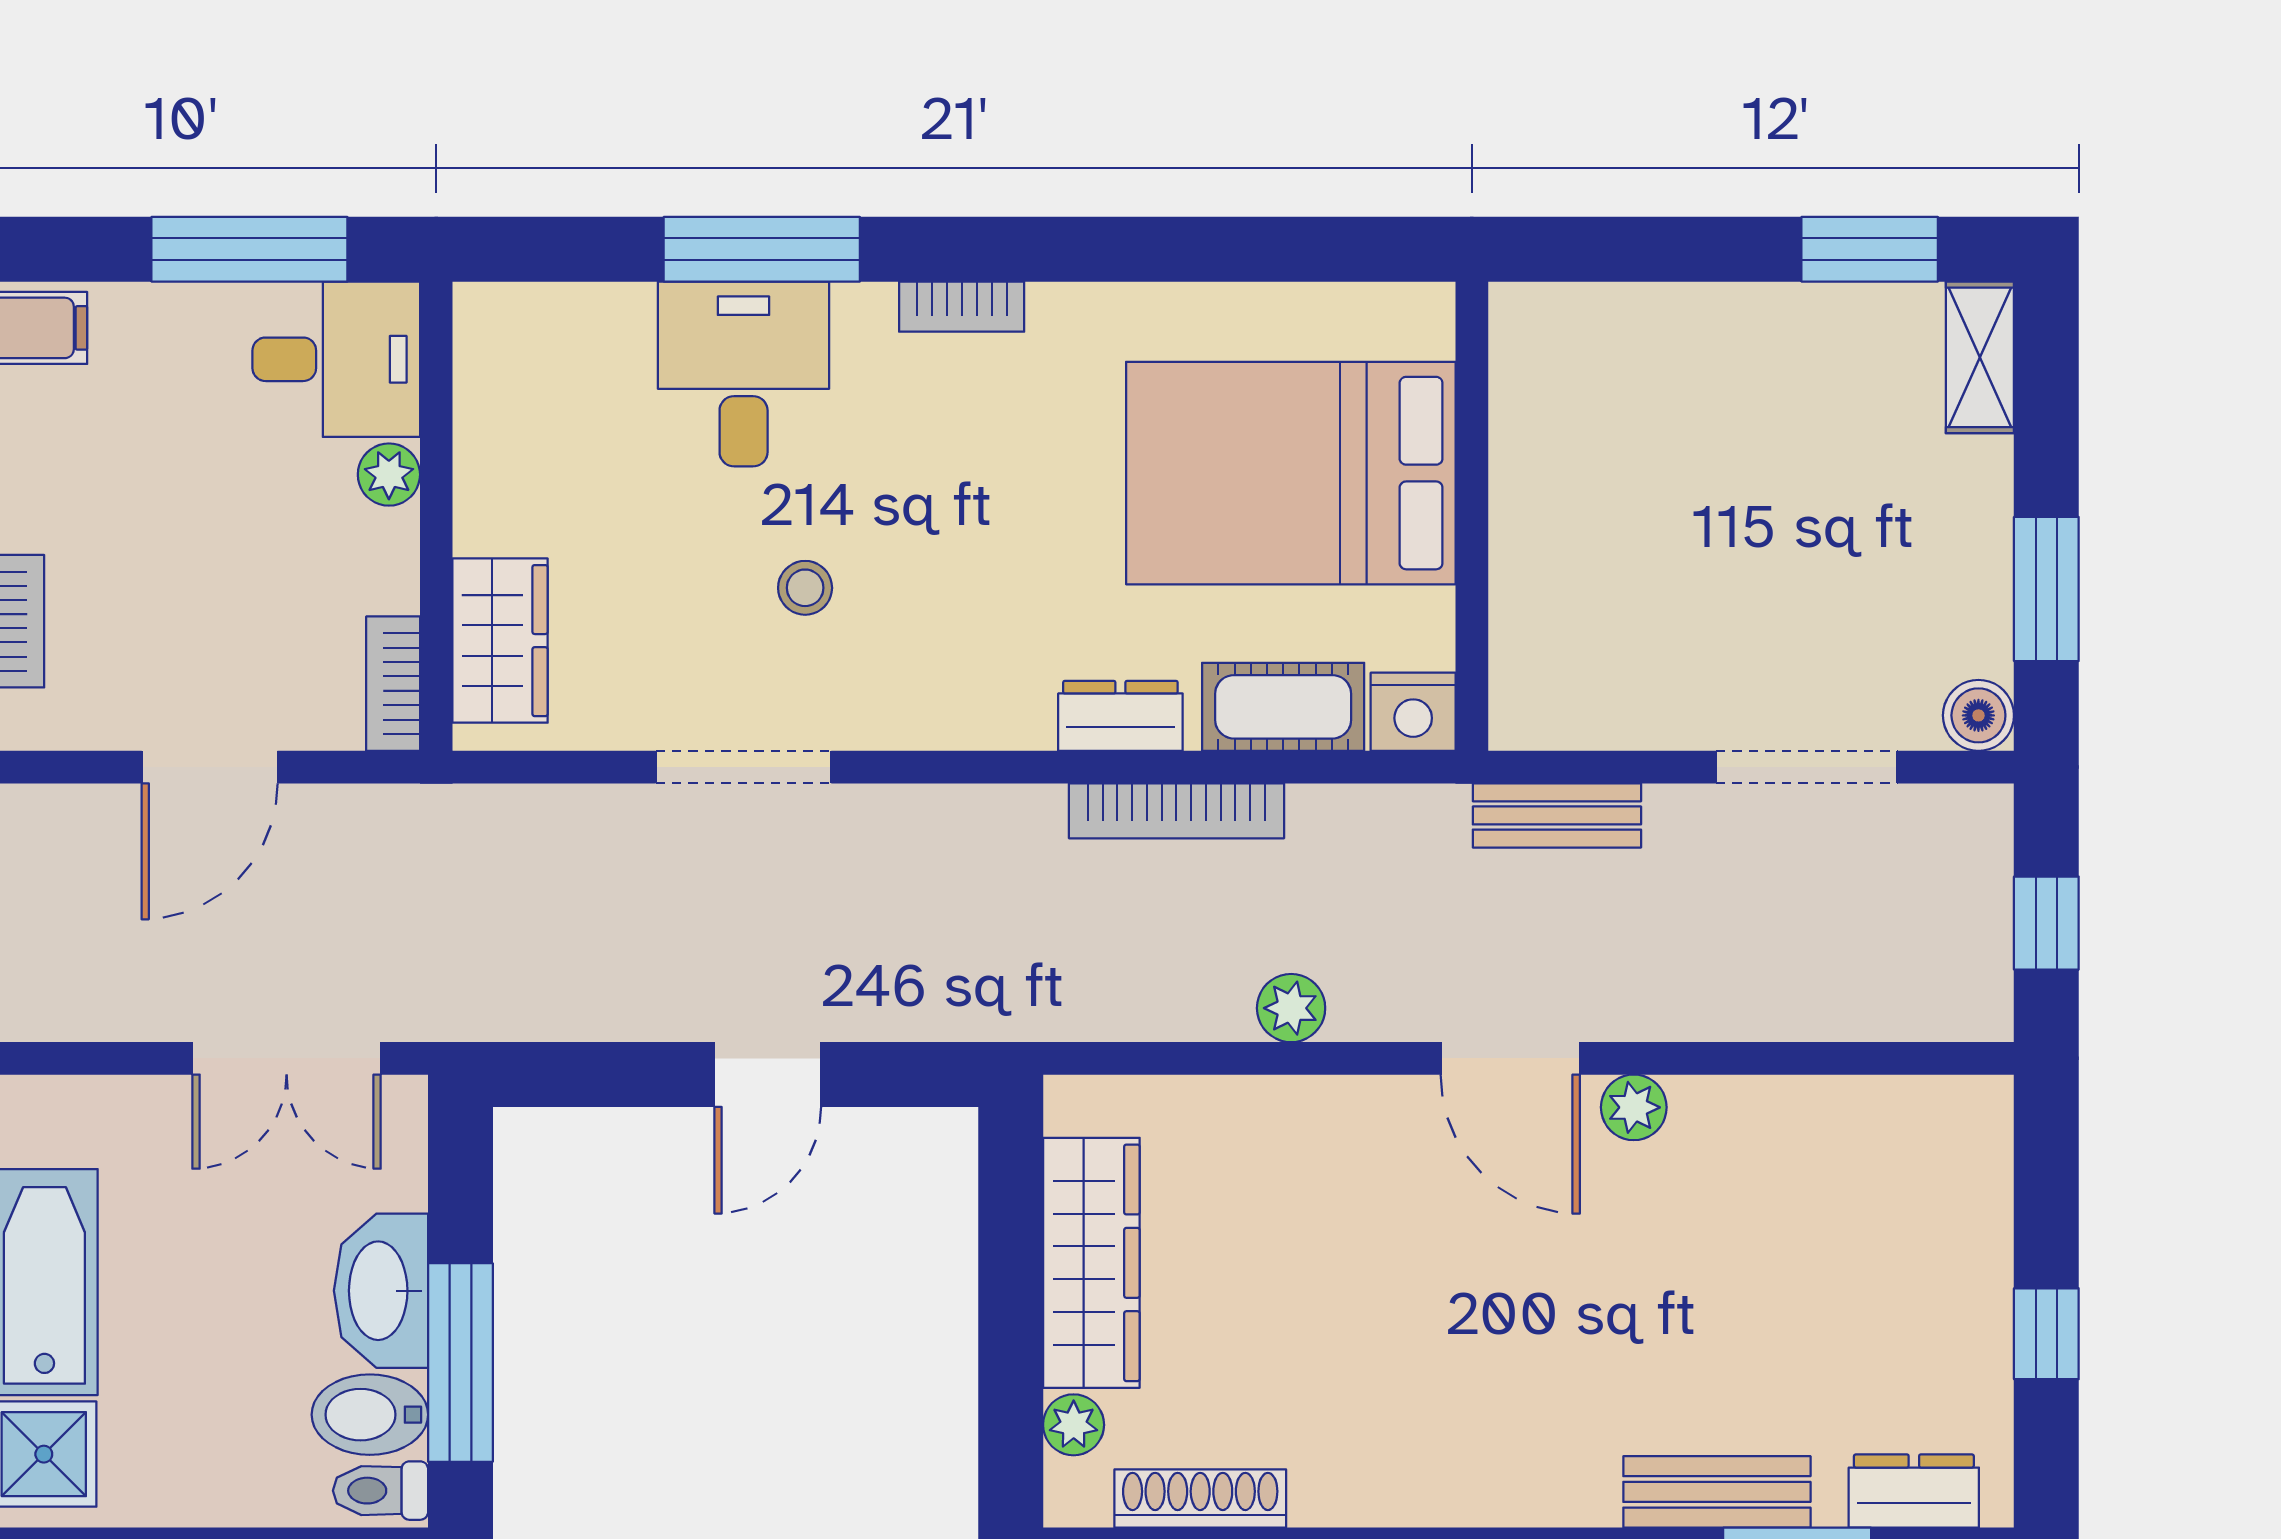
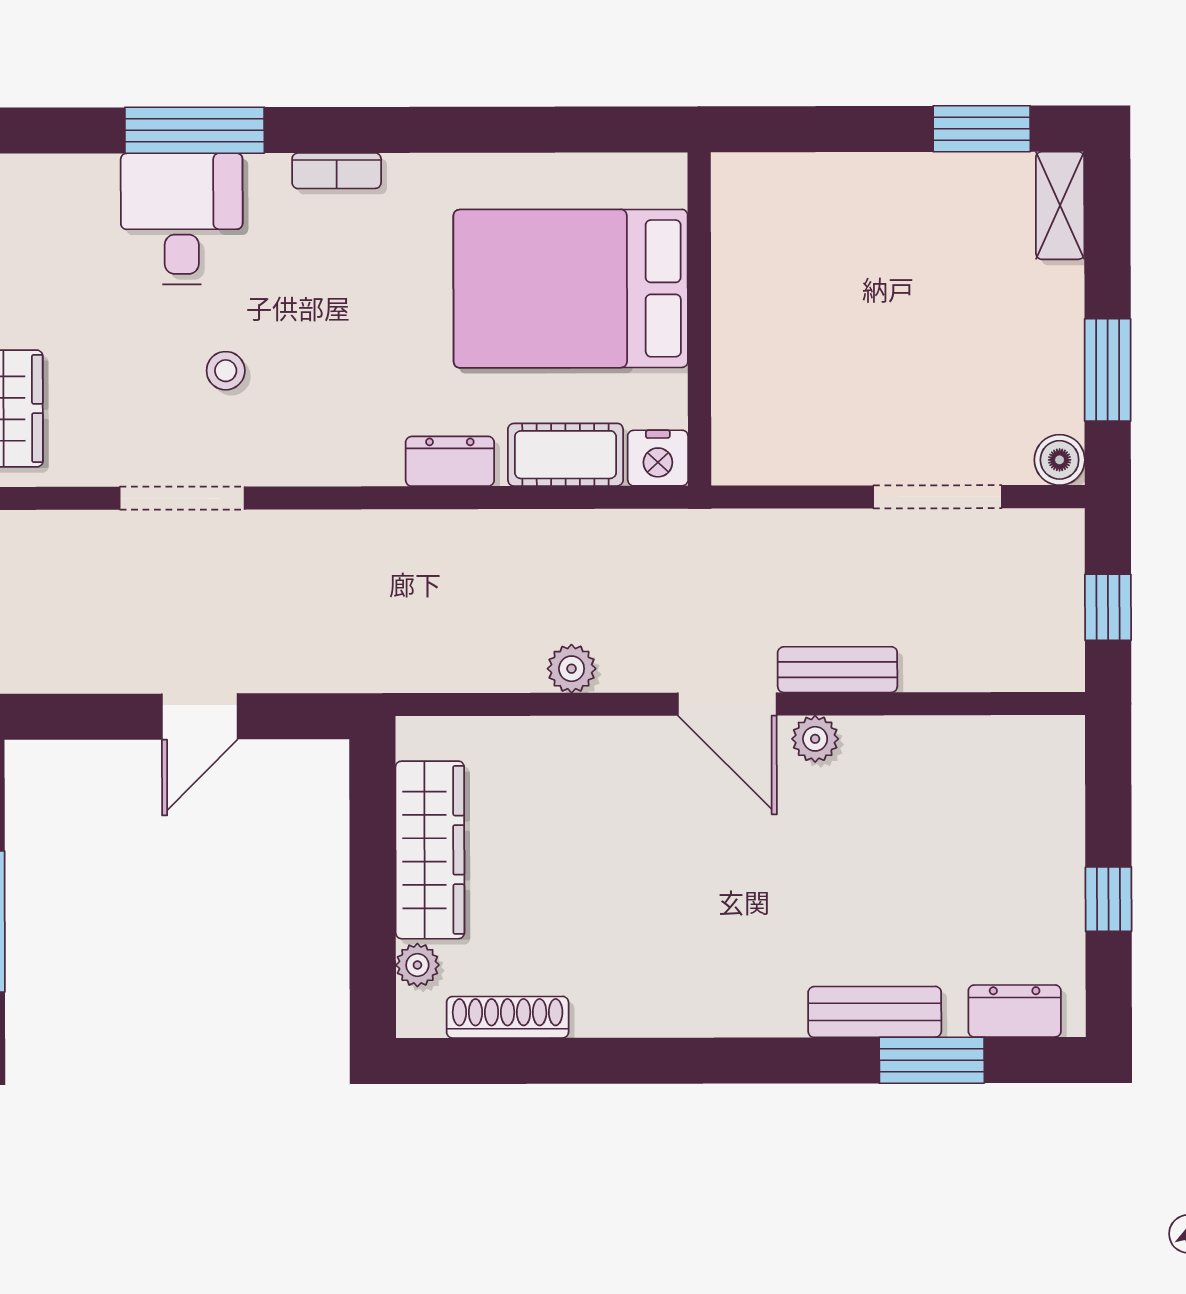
bookcase: (1176, 811) -> (490, 529), removed
bench: (1557, 815) -> (837, 670), moved

